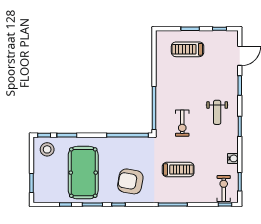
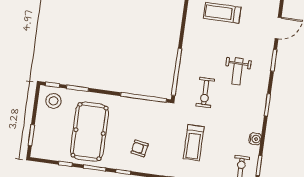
weight bench: (217, 112) -> (237, 71), moved
treadmill: (178, 169) -> (194, 143), turned 90
armchair: (130, 181) -> (140, 148), width x0.53, depth x0.53

